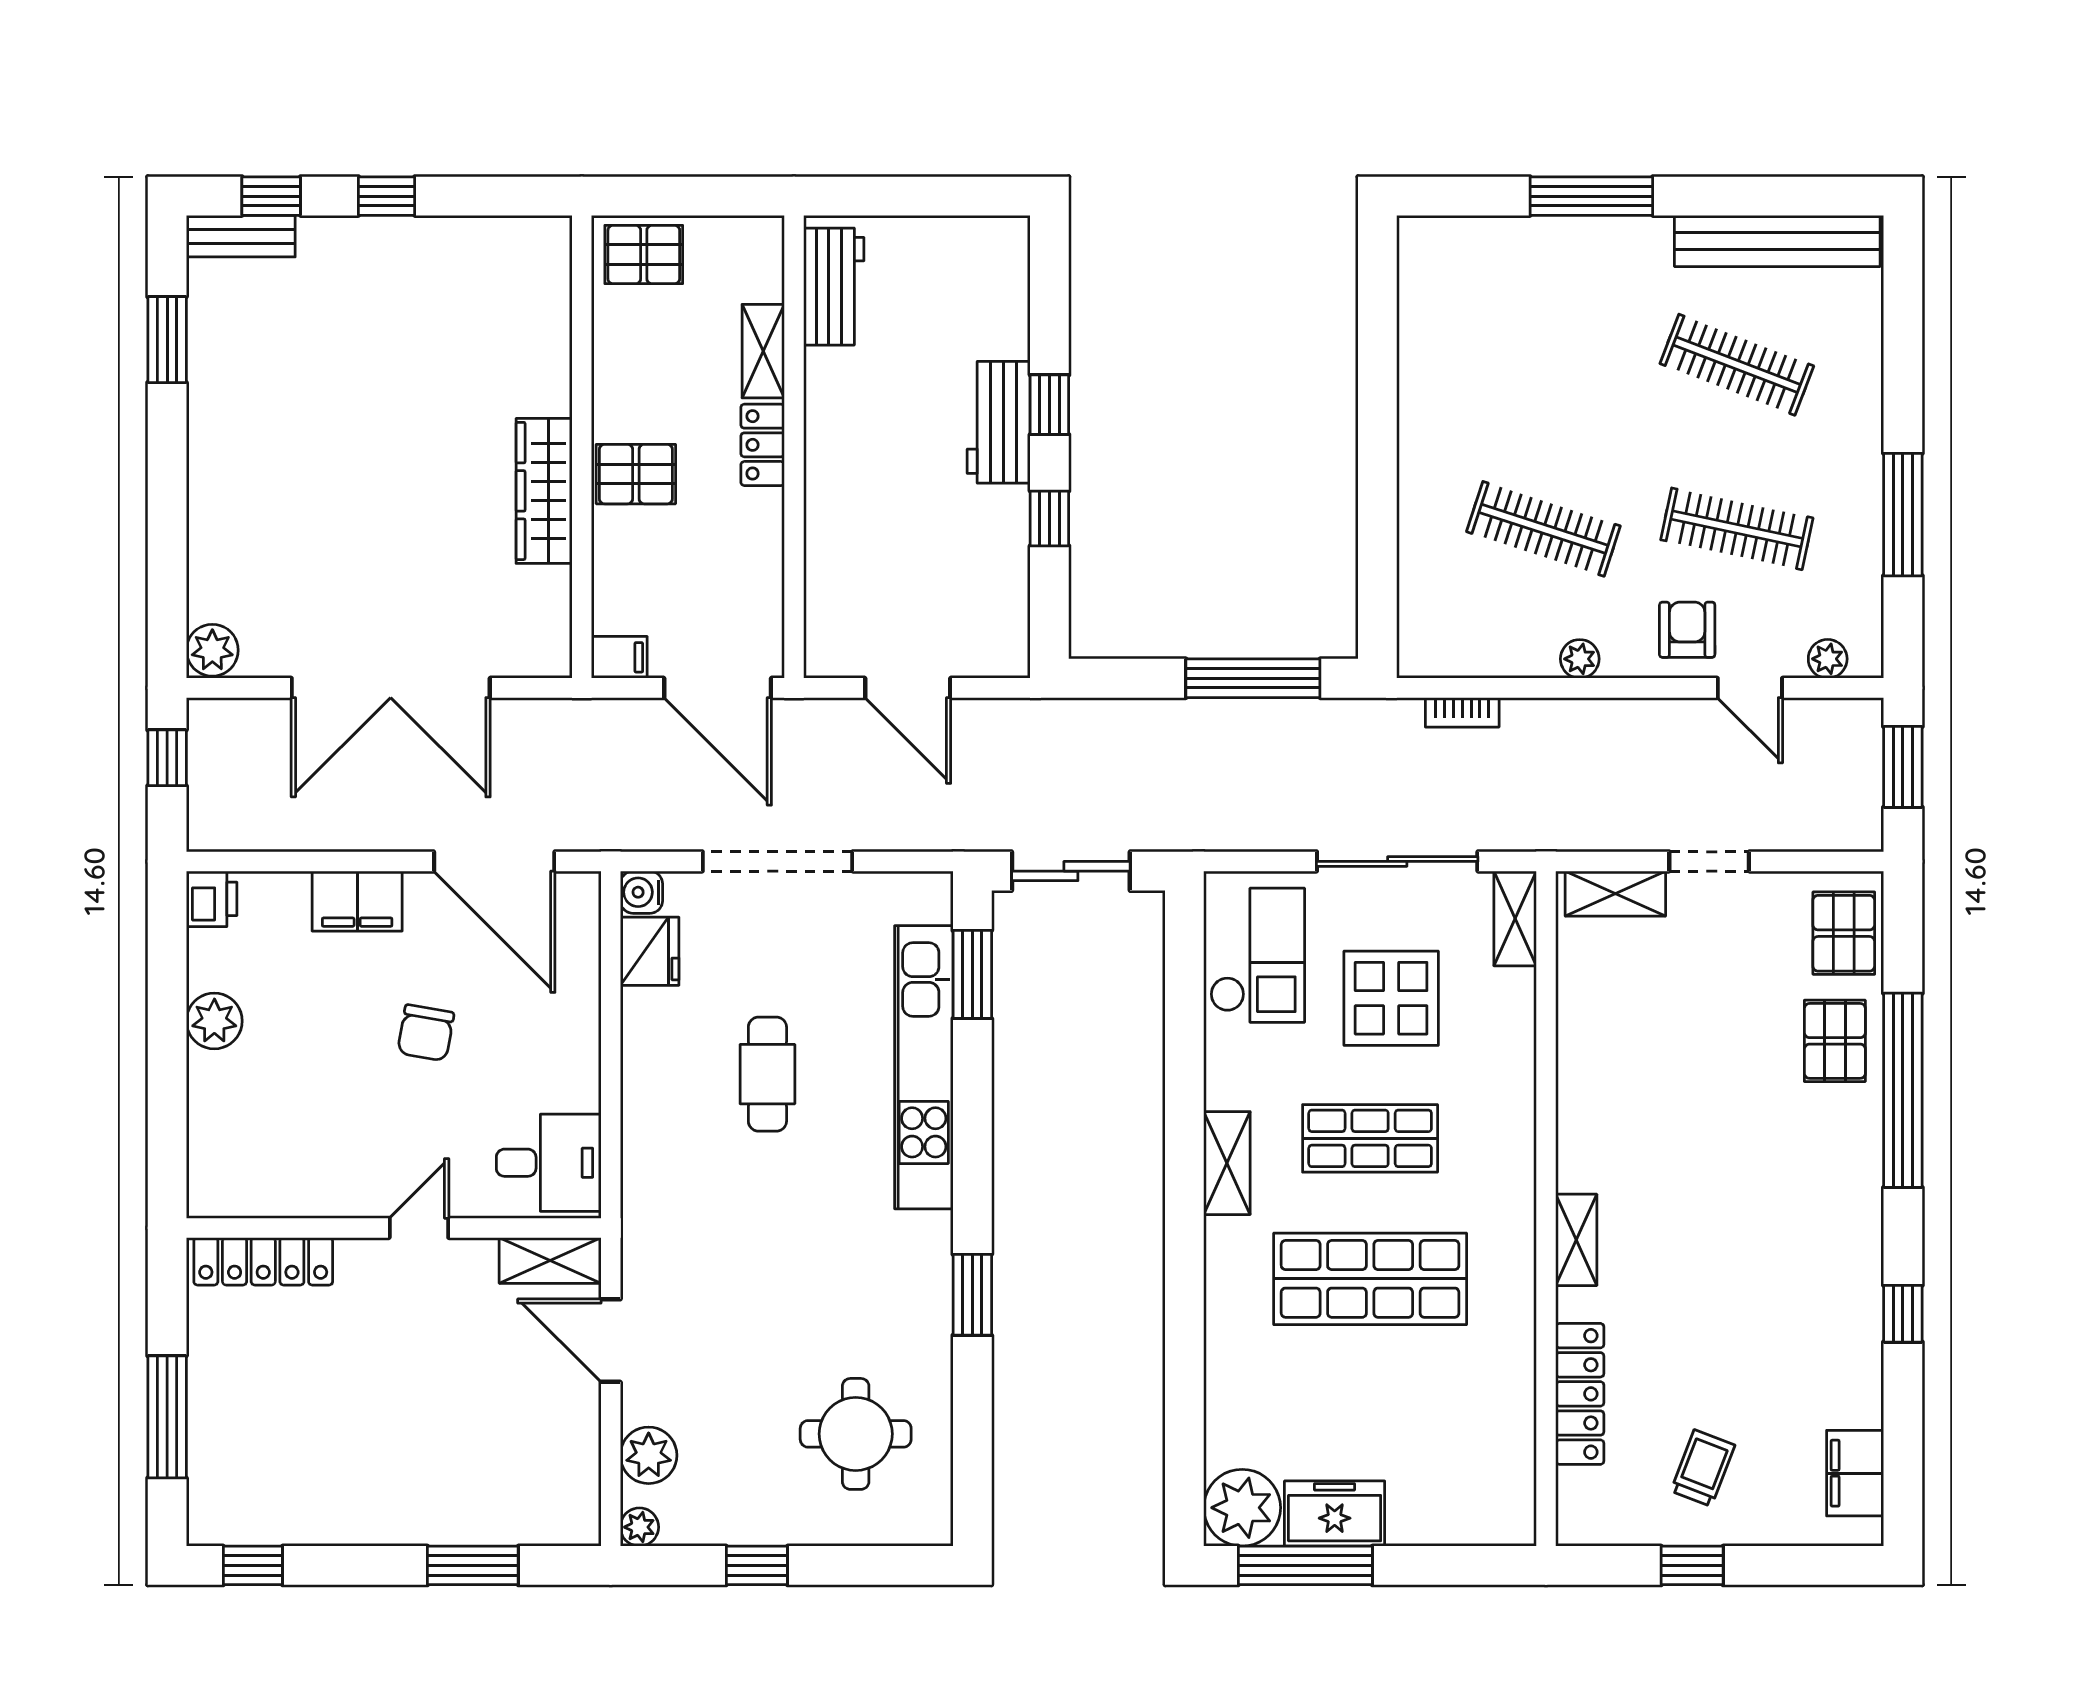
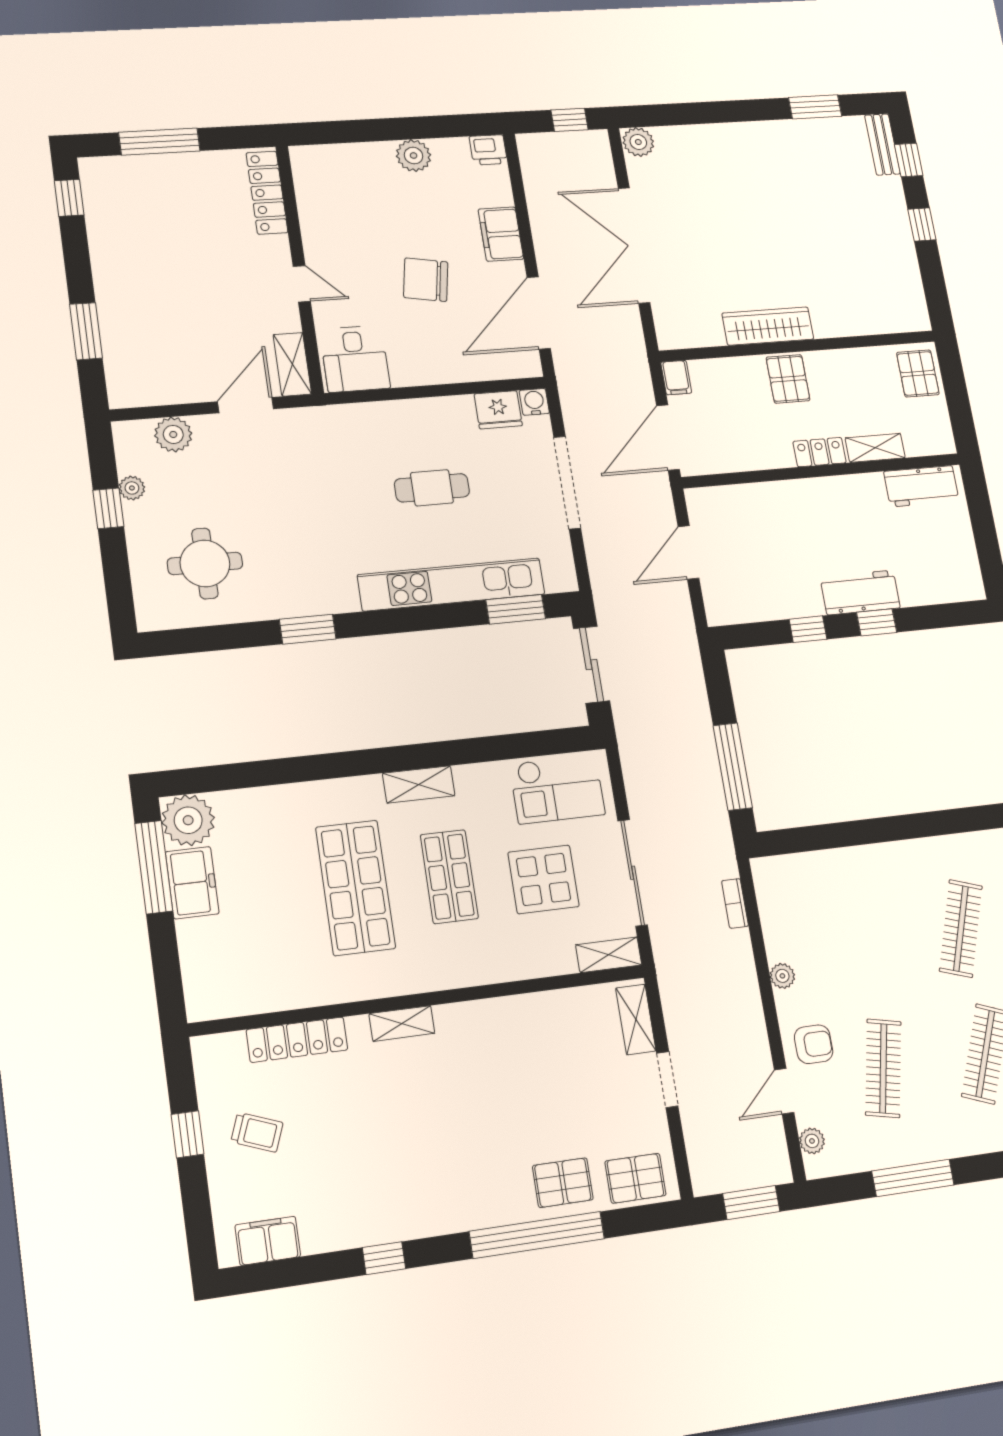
clothes rail: (1543, 529) -> (961, 928), moved
chair: (426, 1033) -> (426, 280), width x1.37, depth x1.37
plant: (639, 1527) -> (132, 488), moved

